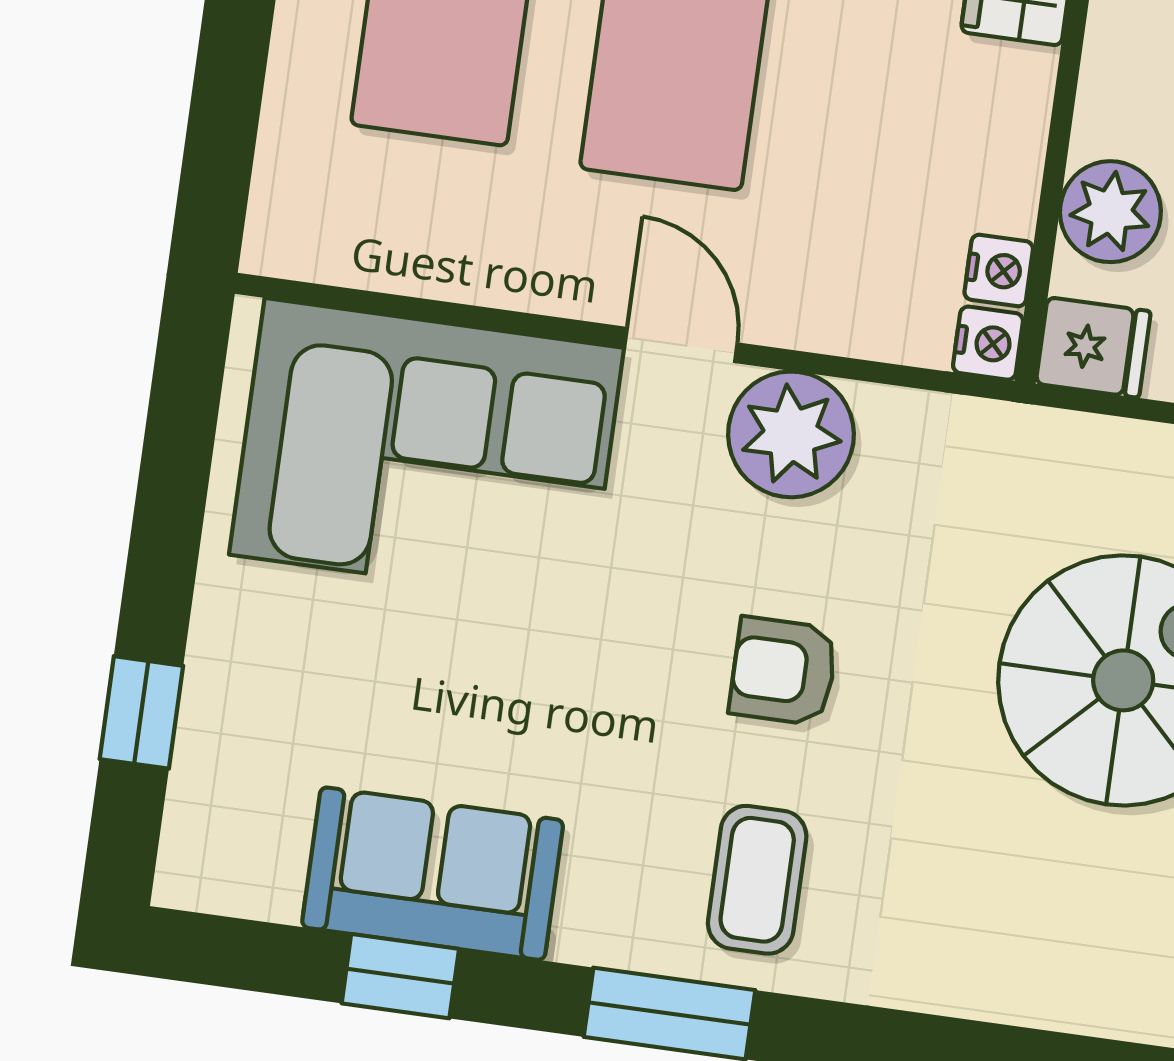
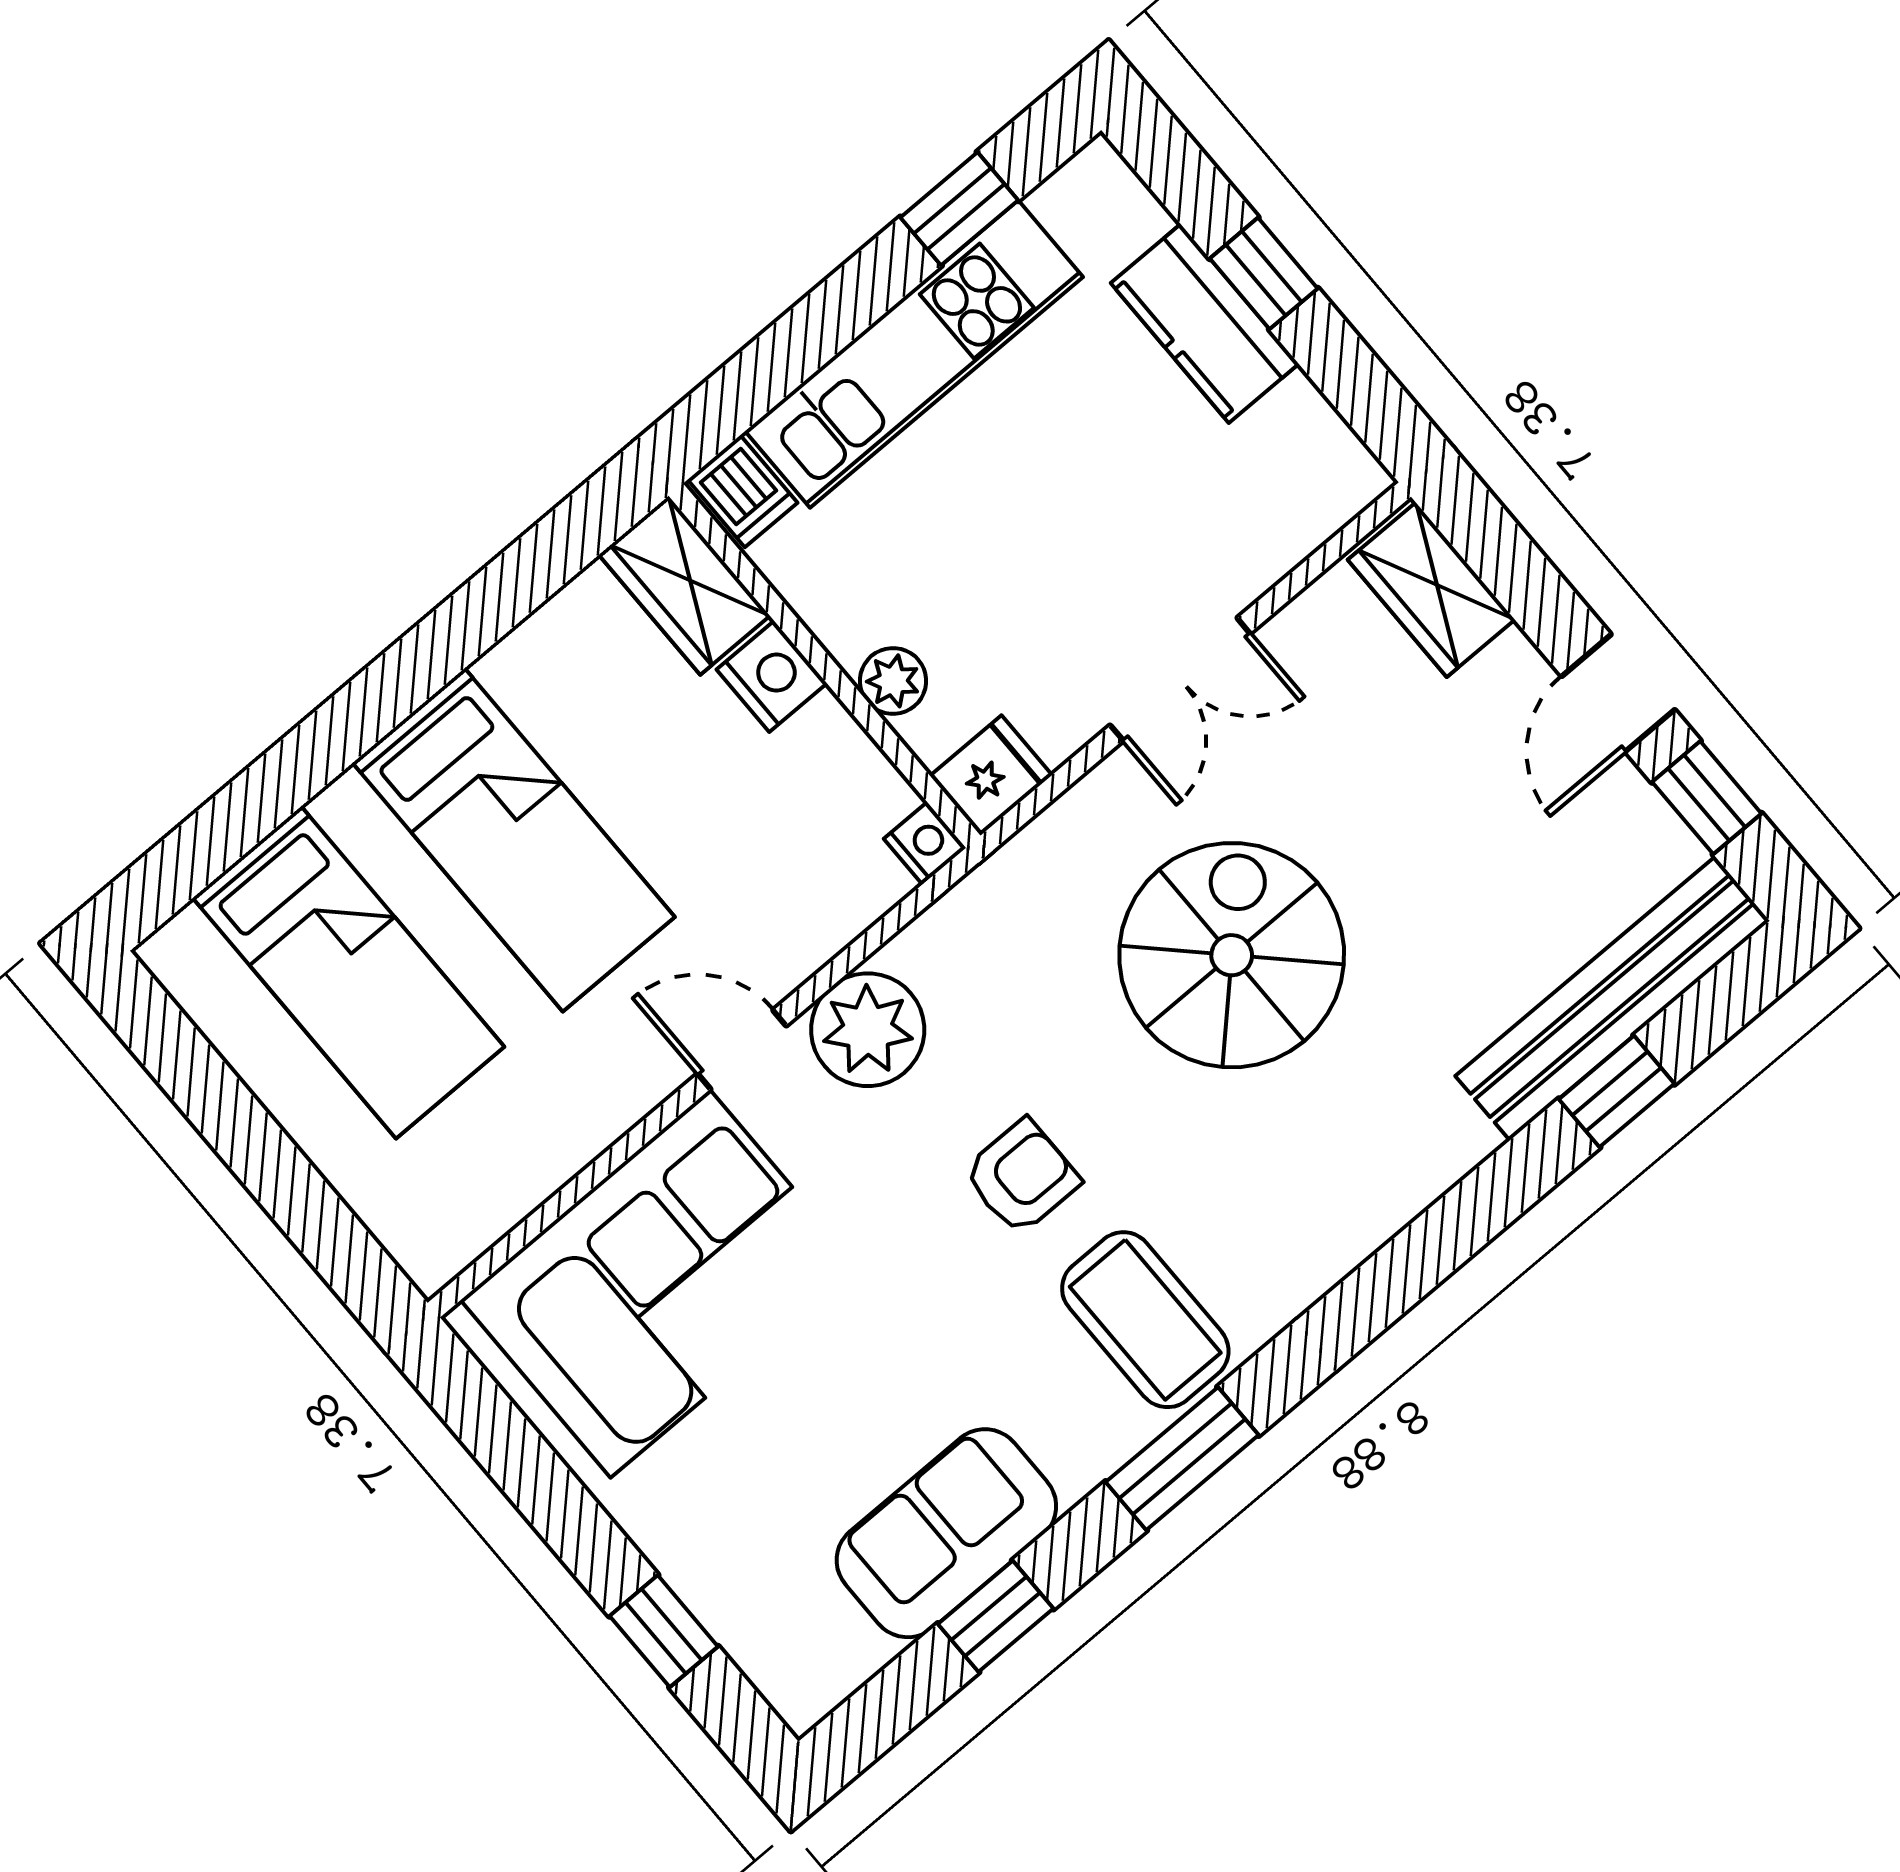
plant: (1110, 212) -> (893, 681), width x0.73, depth x0.73
nightstand: (999, 271) -> (772, 676), moved, width x1.39, depth x1.35
armchair: (783, 671) -> (1022, 1177), turned 180
coffee table: (757, 880) -> (1145, 1320), width x1.36, depth x1.30

